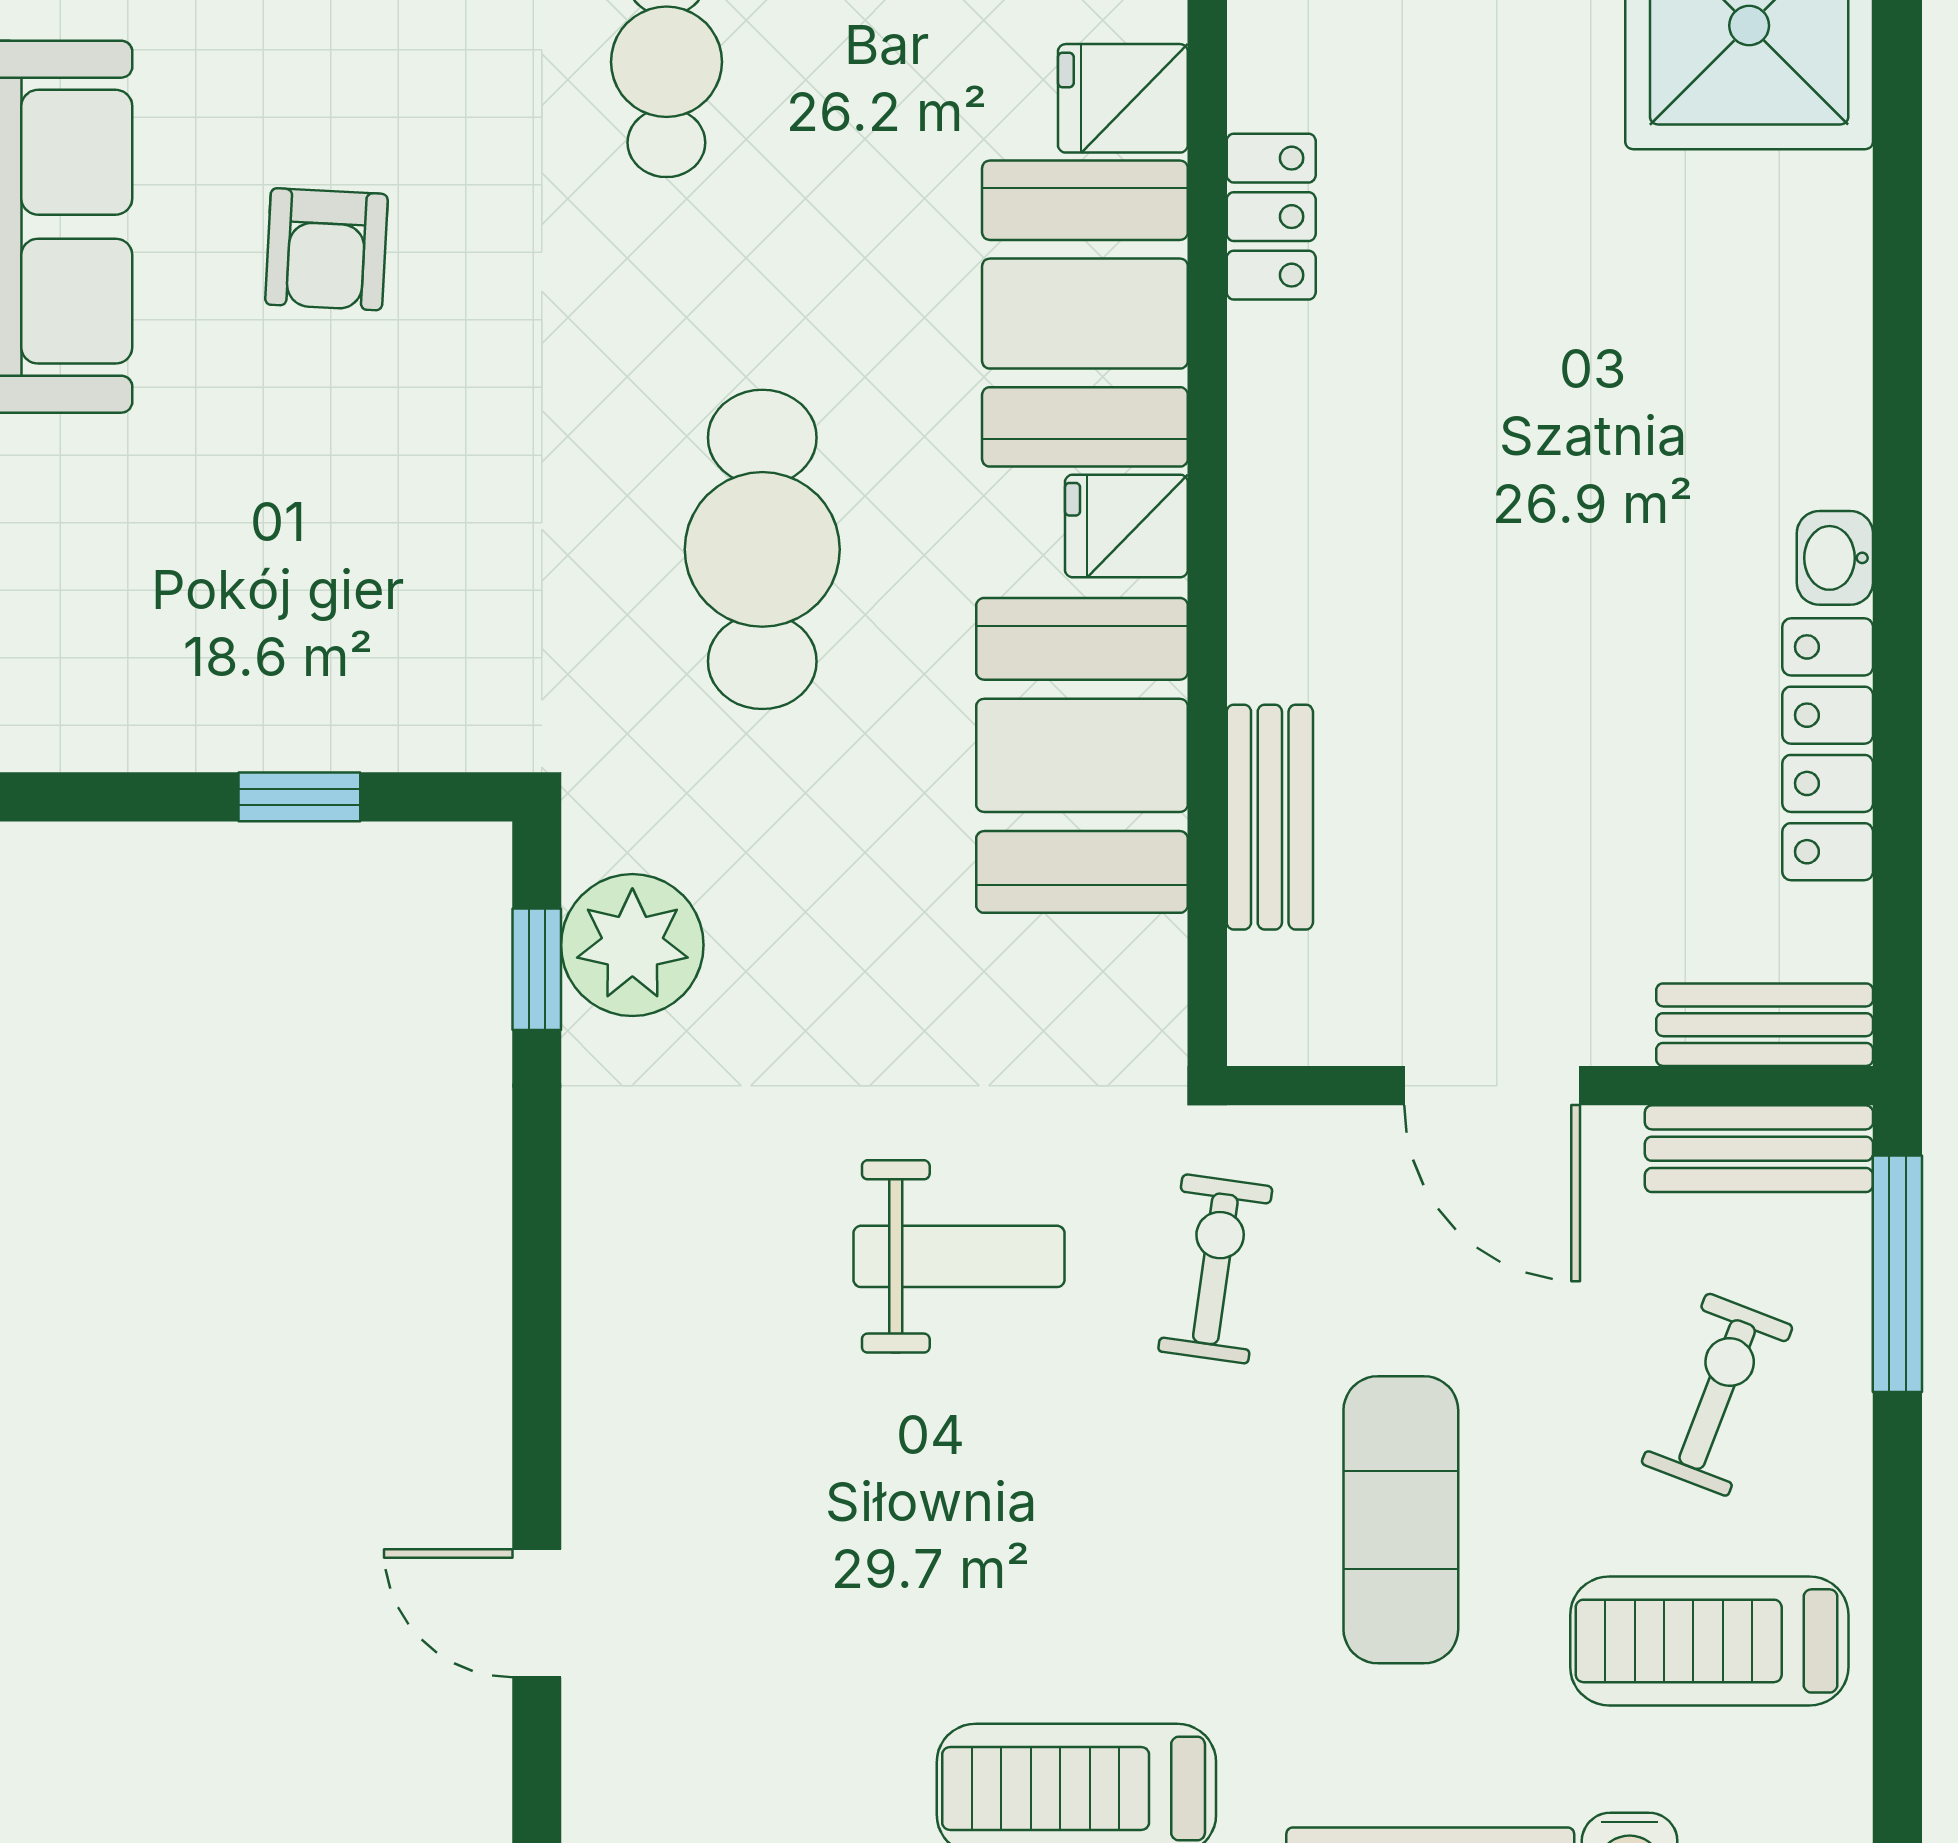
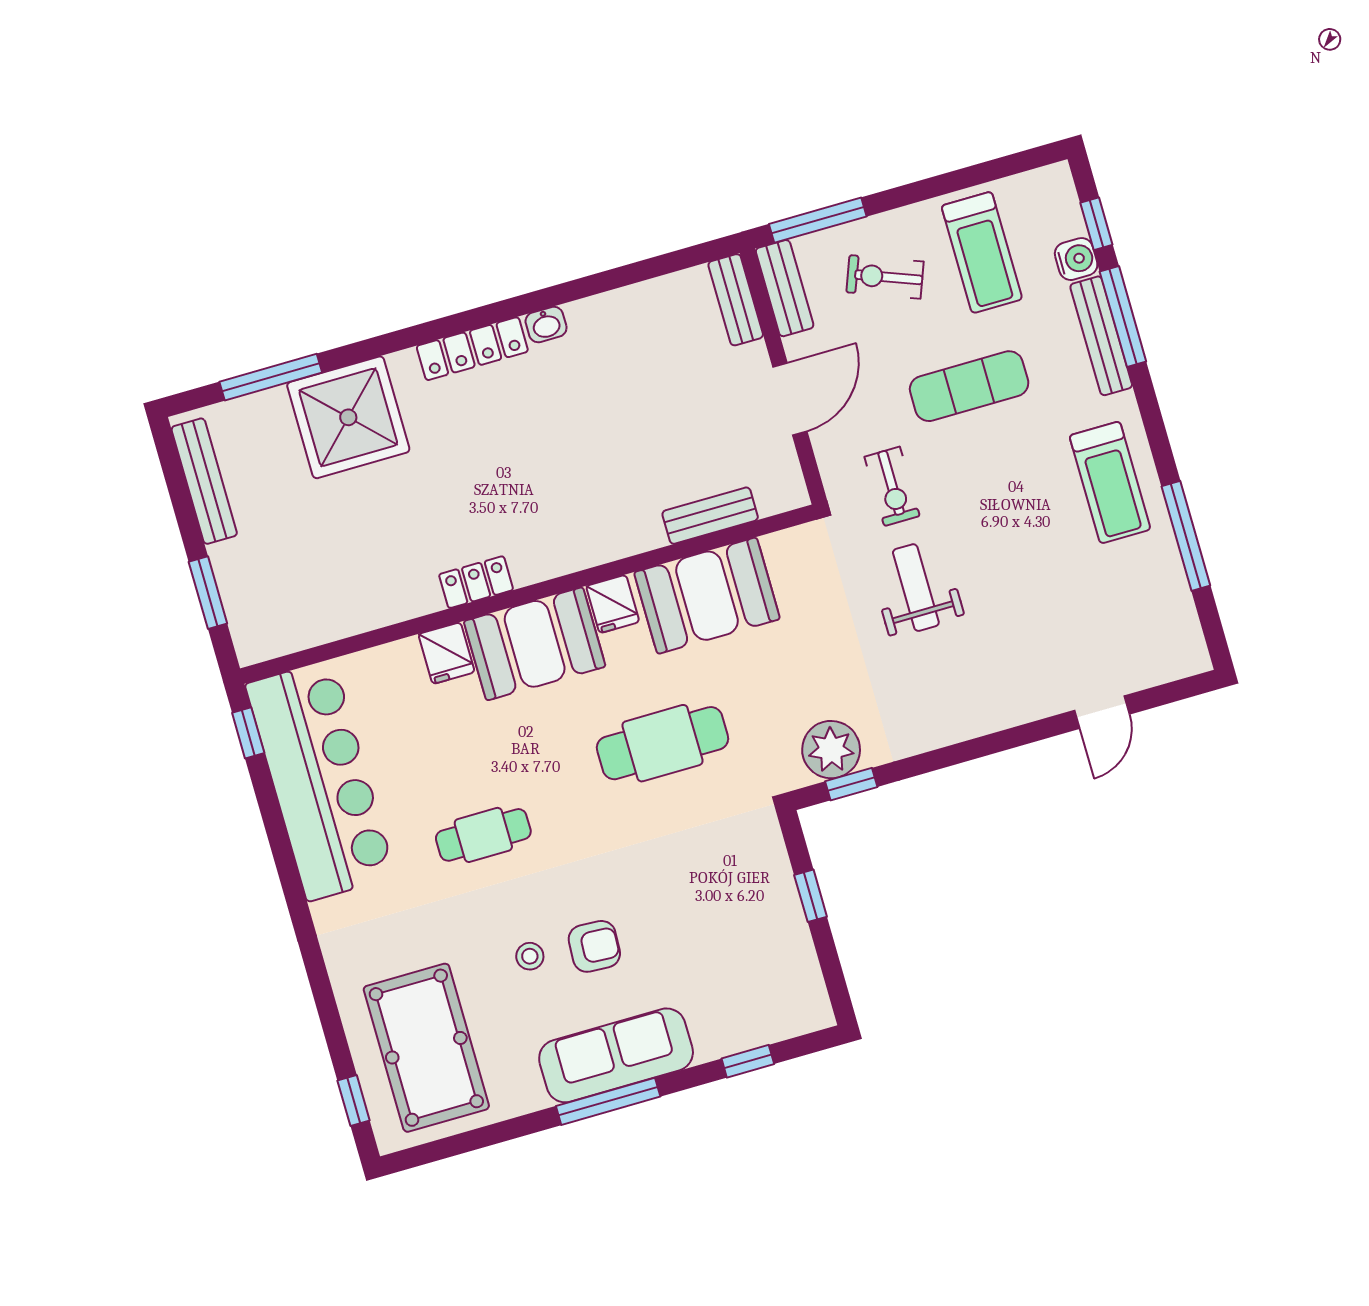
stool: (347, 90) -> (530, 956), added
locker: (1828, 749) -> (472, 349), moved
exercise bike: (1215, 1269) -> (892, 486), turned -98

